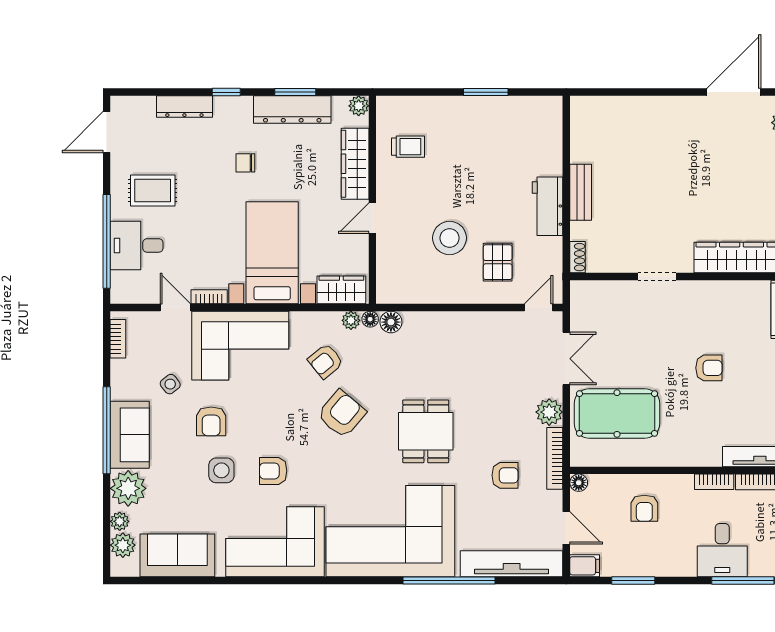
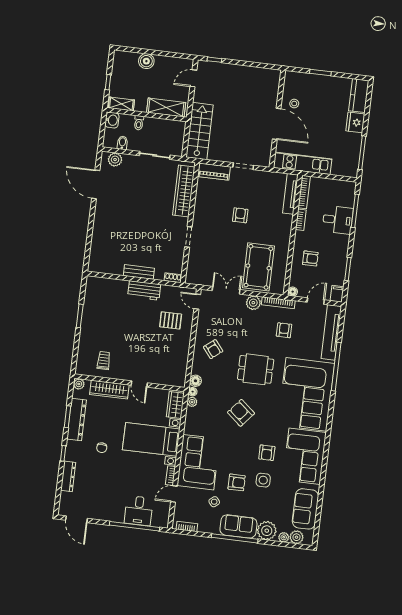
rug: (153, 190) -> (111, 499), removed
stool: (449, 238) -> (155, 344), removed
armchair: (326, 361) -> (213, 349), moved

